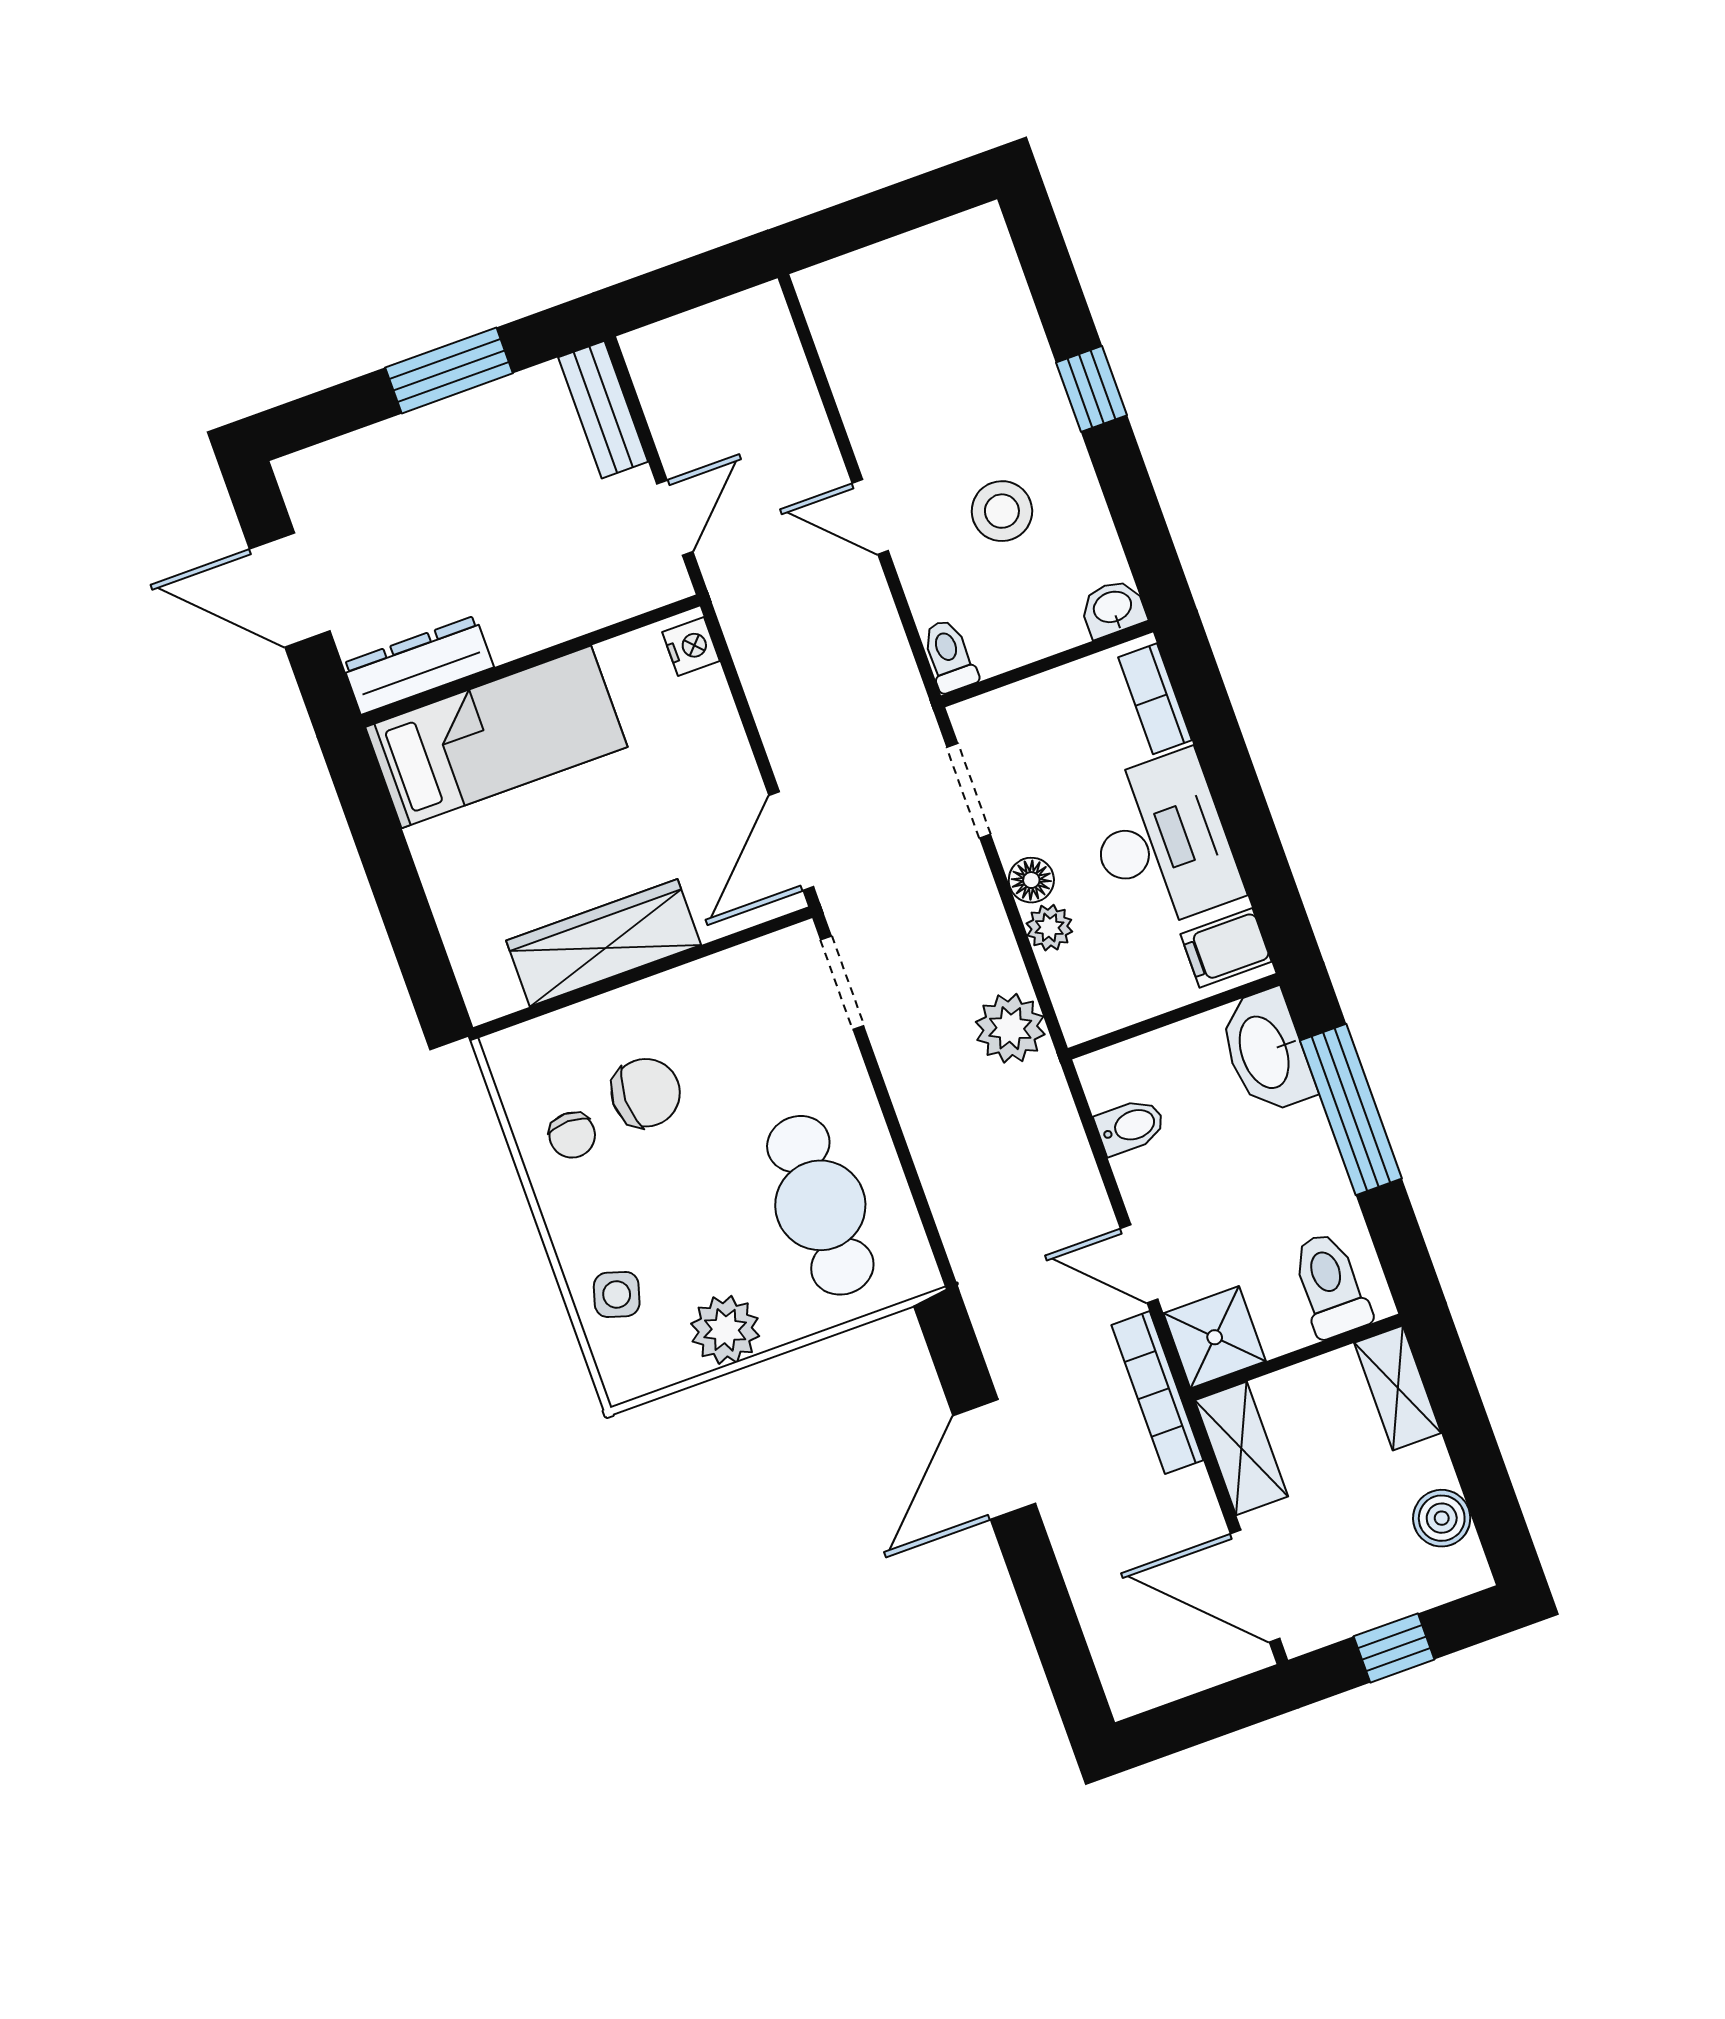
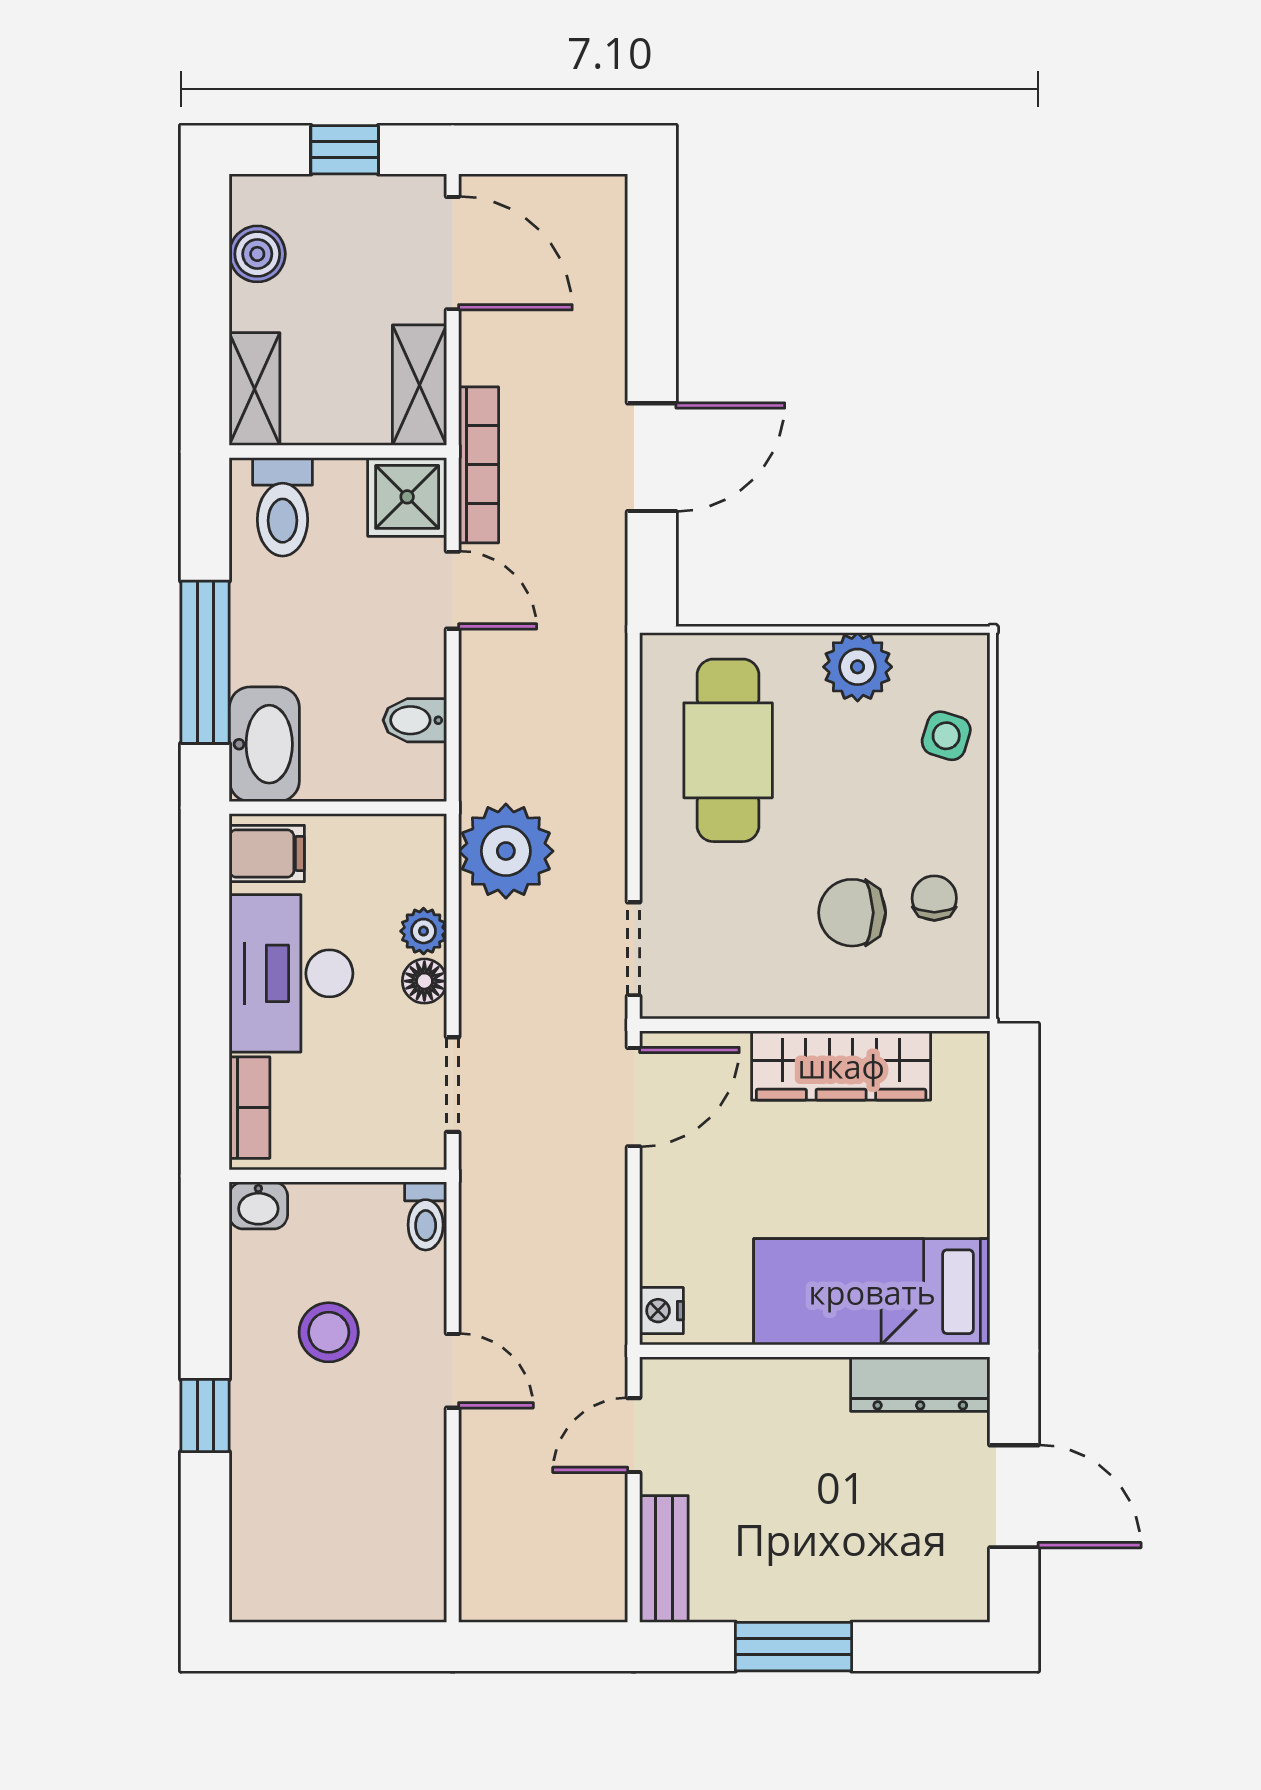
plant: (1010, 1028) -> (506, 851), width x1.36, depth x1.36

